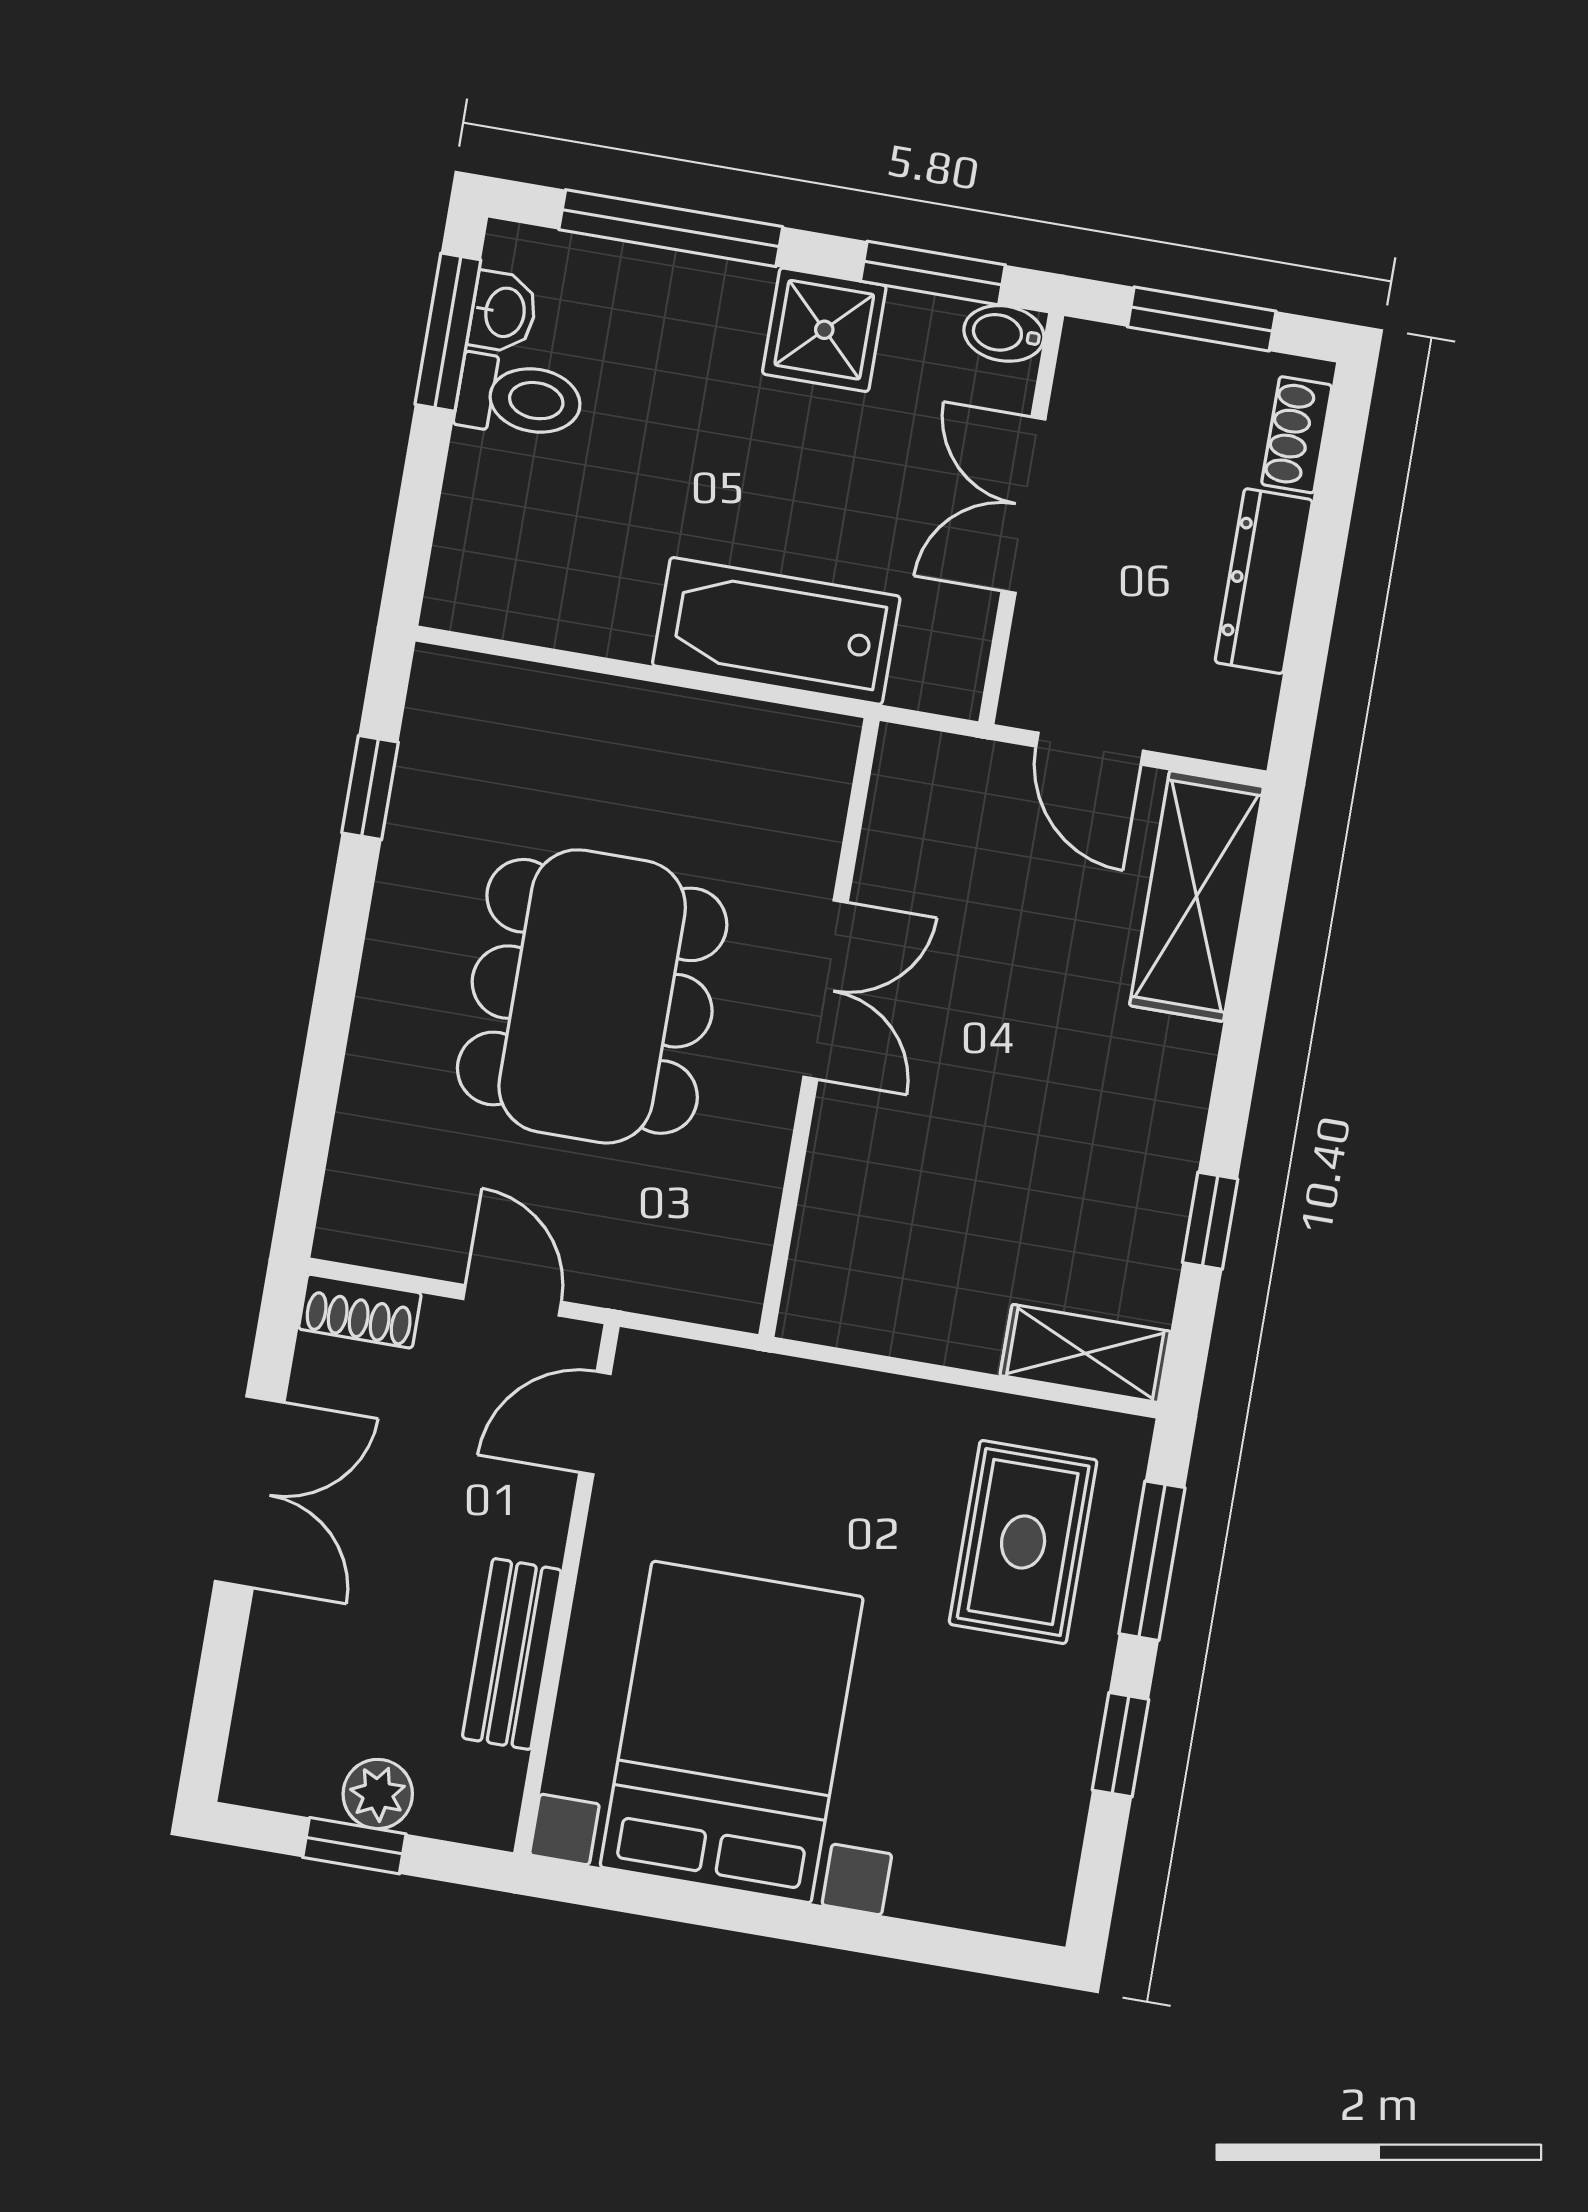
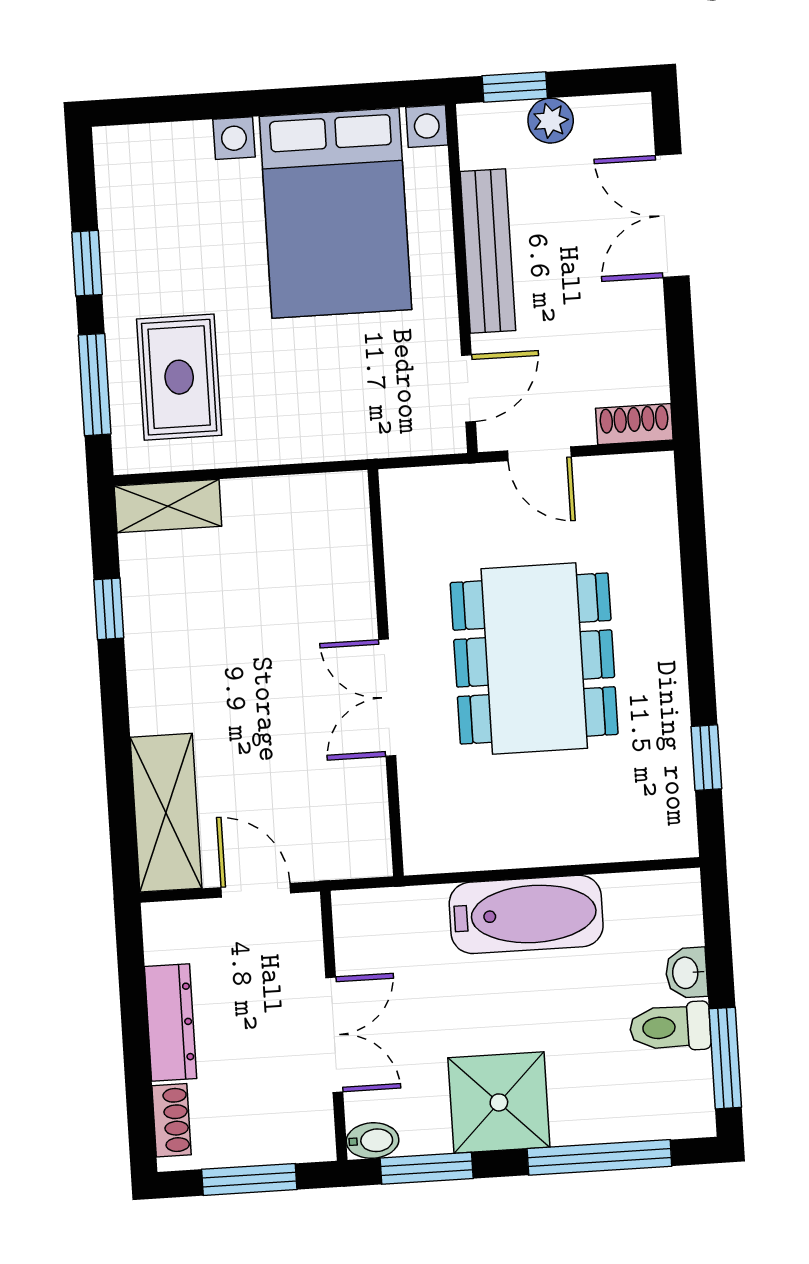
washbasin: (503, 312) -> (686, 973), moved
shower: (824, 330) -> (499, 1102), width x1.36, depth x1.36
bathtub: (776, 631) -> (526, 914), moved
double door: (250, 1492) -> (672, 216), moved
bench: (512, 1654) -> (488, 251), width x1.36
window: (354, 1846) -> (515, 87), moved

